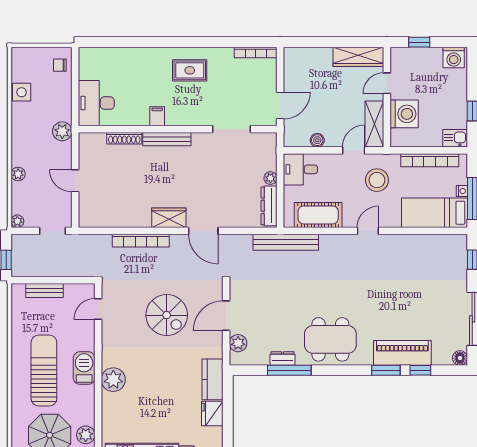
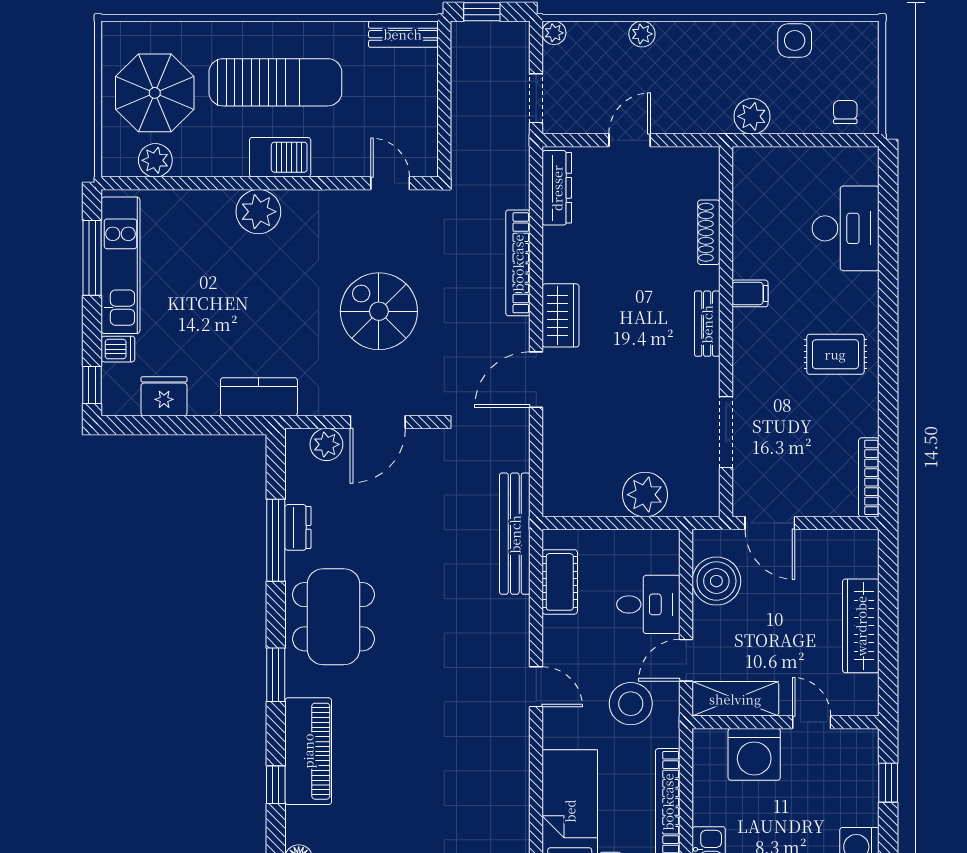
wardrobe: (358, 57) -> (861, 626), moved
rug: (190, 70) -> (835, 354), turned 90
desk: (96, 103) -> (846, 228), moved, turned 90
plant: (62, 131) -> (752, 116), moved
bench: (167, 139) -> (707, 324), width x0.73
boiler: (317, 140) -> (716, 581), width x1.86, depth x1.86
door: (354, 150) -> (686, 660), swing flipped
desk: (300, 169) -> (648, 604), moved, turned 90
plant: (270, 178) -> (645, 495), width x1.88, depth x1.88
dresser: (269, 206) -> (557, 188), moved, turned 90
cot: (318, 215) -> (560, 582), width x0.73, depth x0.75
bench: (44, 290) -> (403, 34), moved, turned 90
spiral stairs: (167, 315) -> (379, 311), turned 90
door: (226, 316) -> (378, 422), swing flipped
window: (386, 370) -> (276, 675), moved
fridge: (212, 413) -> (164, 396), moved

